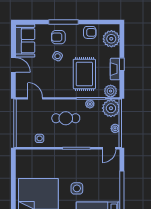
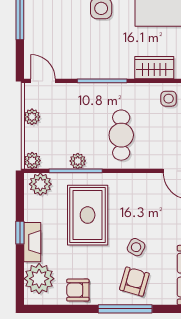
armchair: (58, 37) -> (134, 282), turned -74
fireplace: (115, 69) -> (32, 242), moved
plant: (111, 108) -> (32, 161), width x0.53, depth x0.53
cafe table: (66, 118) -> (121, 135), turned 90
door: (109, 148) -> (43, 81), hinge flipped
wardrobe: (47, 156) -> (154, 68), added

